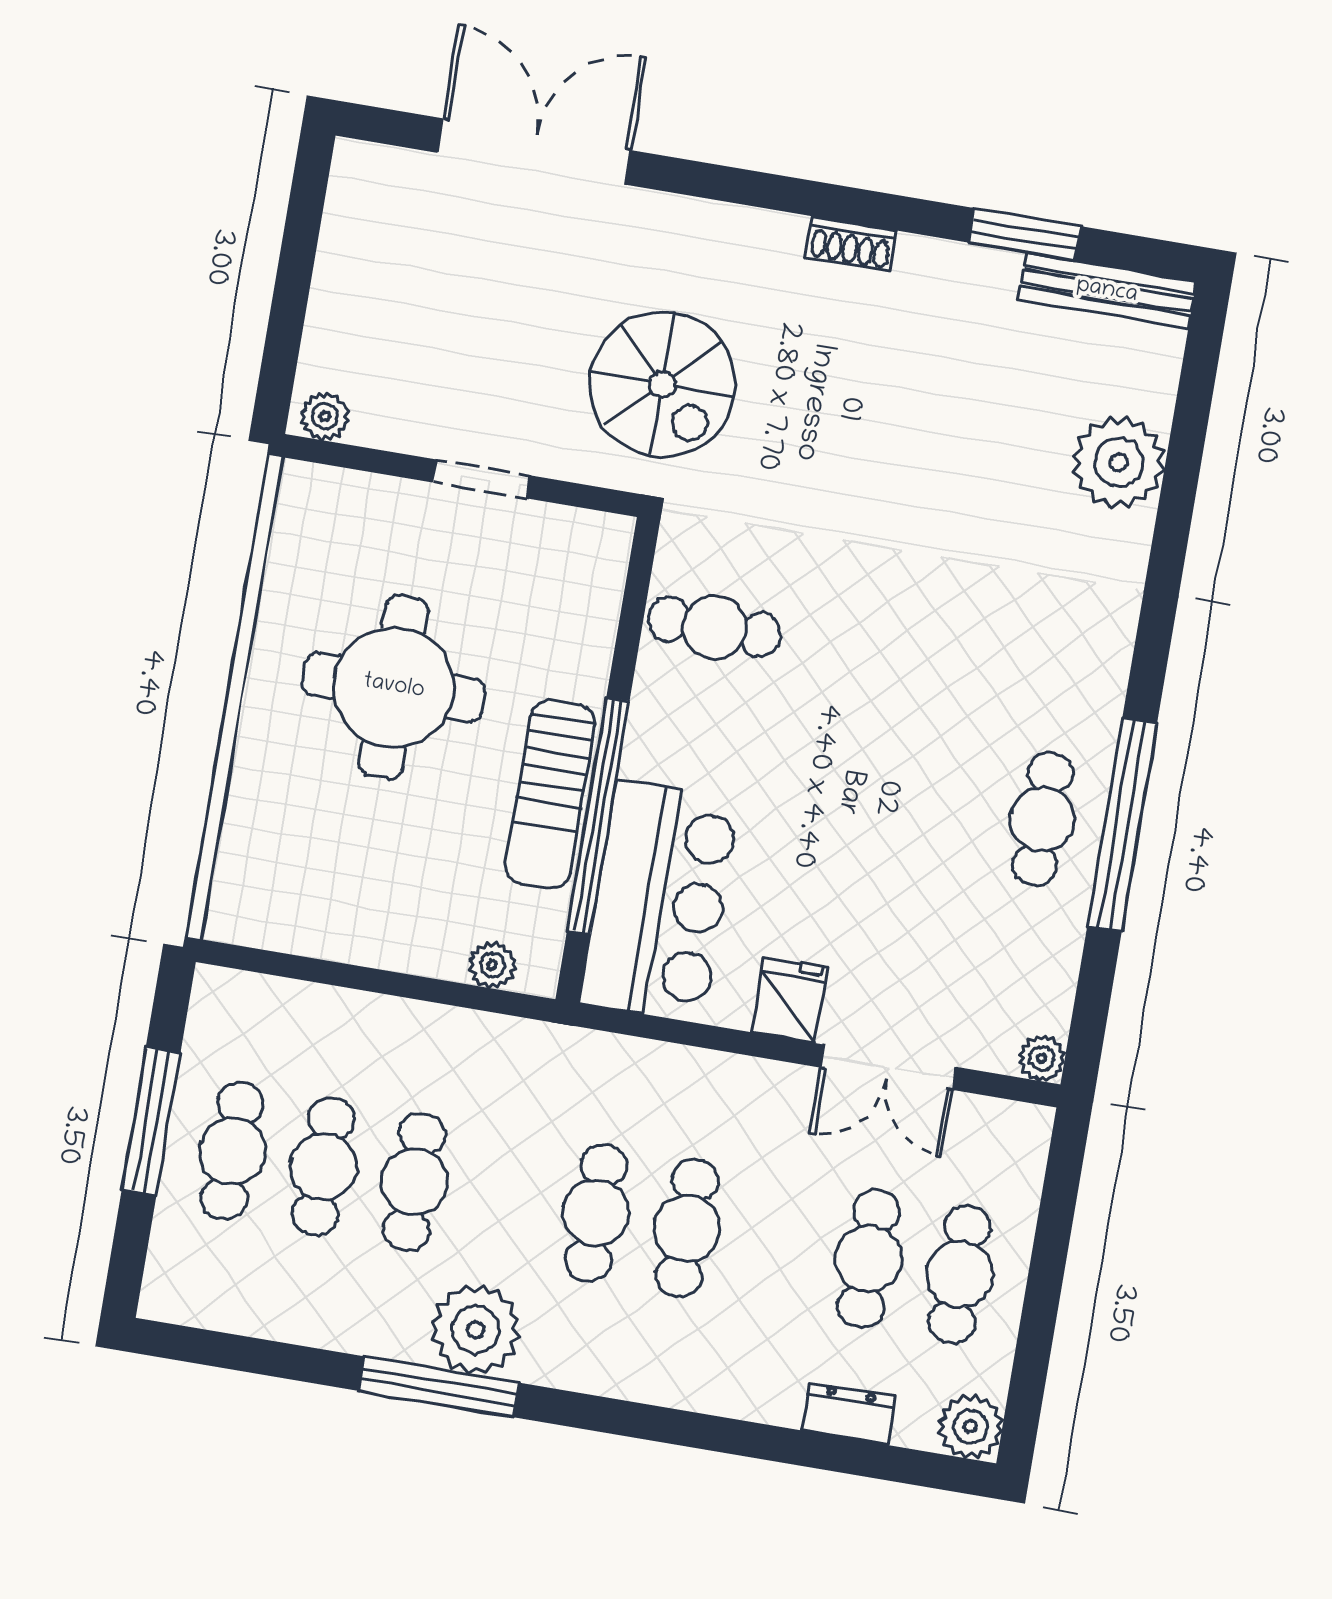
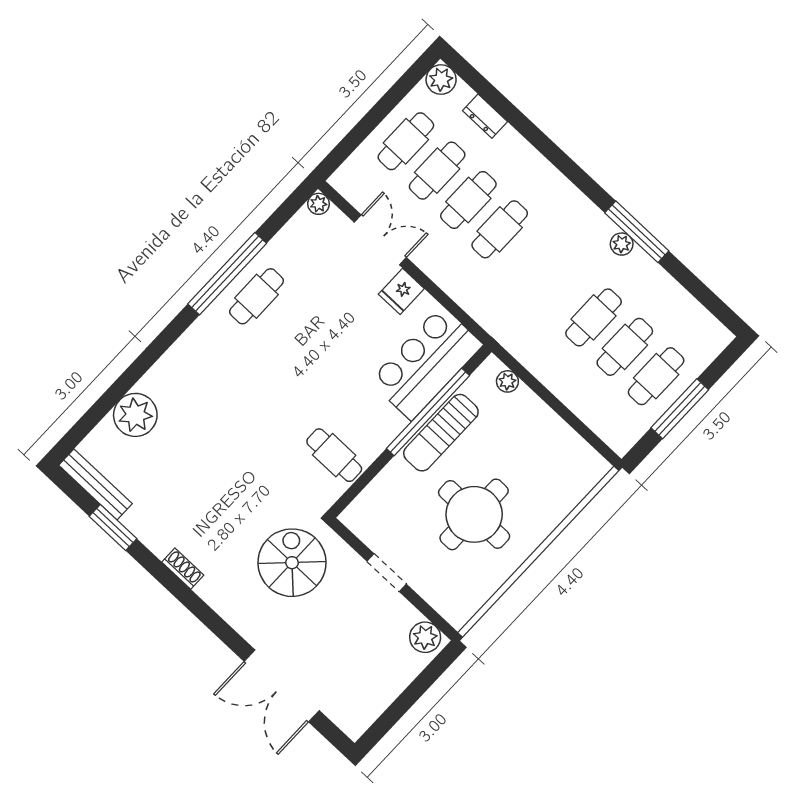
plant: (325, 416) -> (425, 637), width x1.38, depth x1.38
sun lounger: (550, 794) -> (441, 433), turned 180
cafe table: (596, 1213) -> (468, 200), moved
plant: (475, 1330) -> (622, 244), width x0.53, depth x0.53

